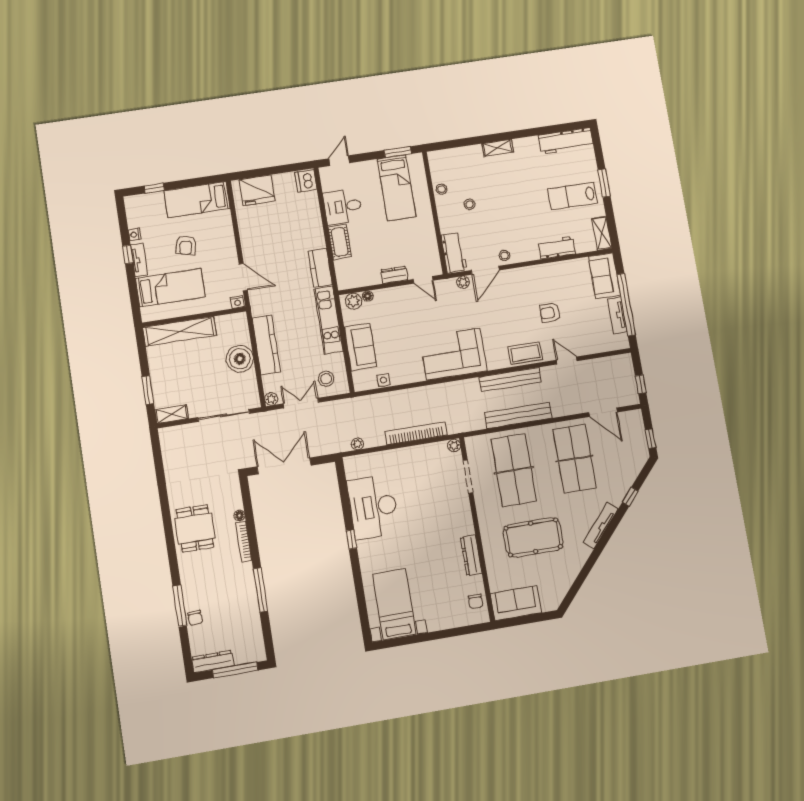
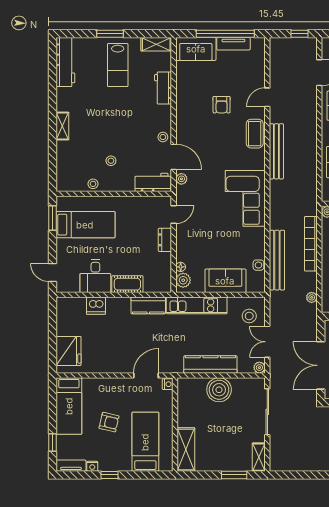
dishwasher: (306, 181) -> (96, 306), moved
tv unit: (139, 260) -> (71, 466), moved
shelving: (180, 331) -> (186, 449), width x0.68
bench: (518, 415) -> (277, 260), moved

